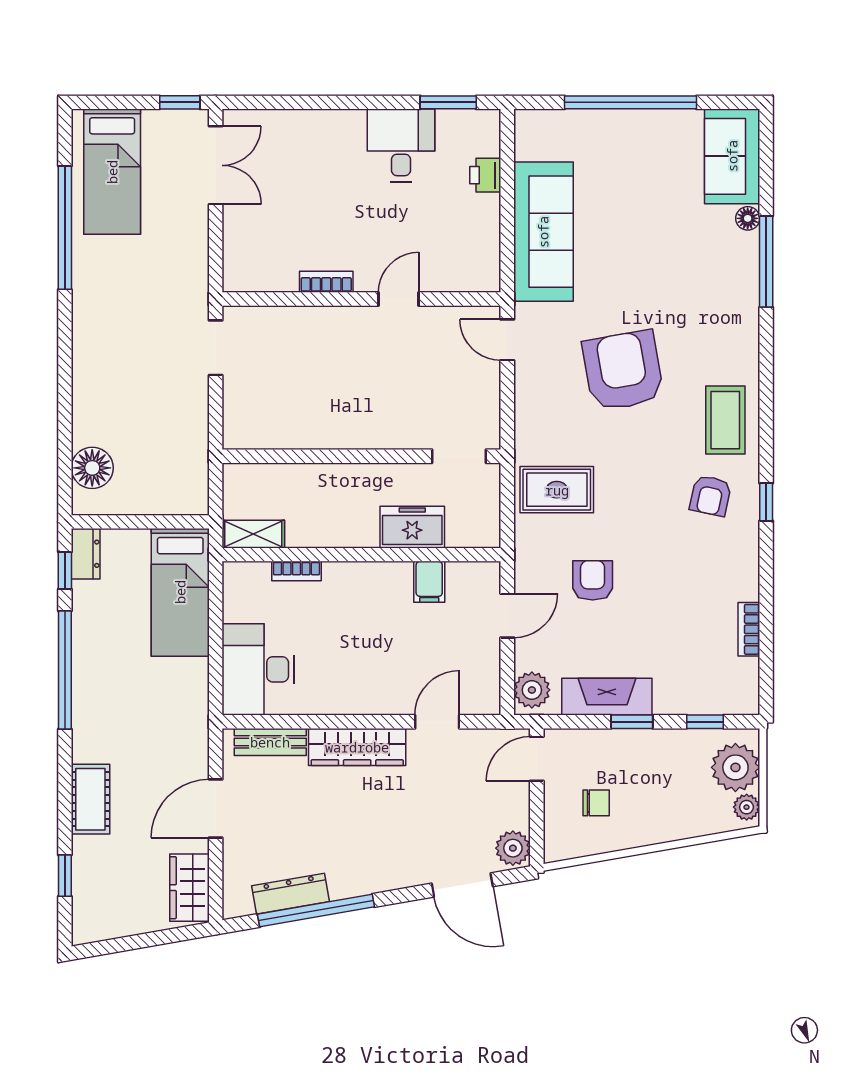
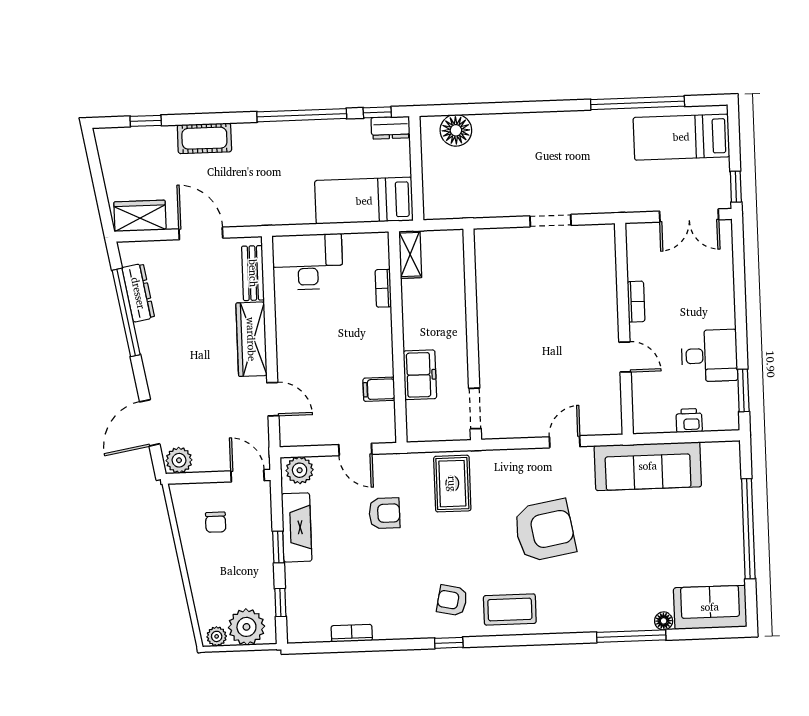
bookcase: (326, 282) -> (636, 302), moved
wall: (361, 299) -> (624, 329), moved
door: (399, 299) -> (625, 357), moved

